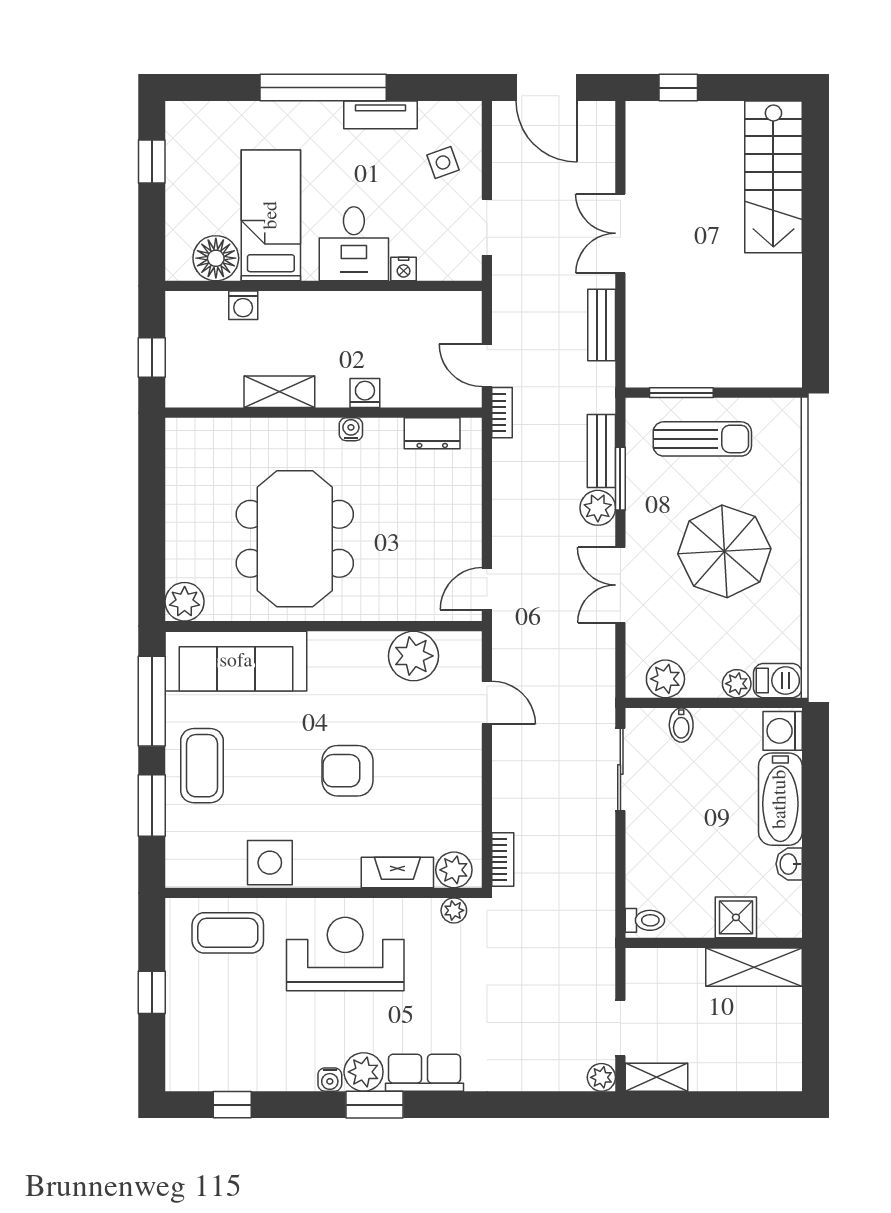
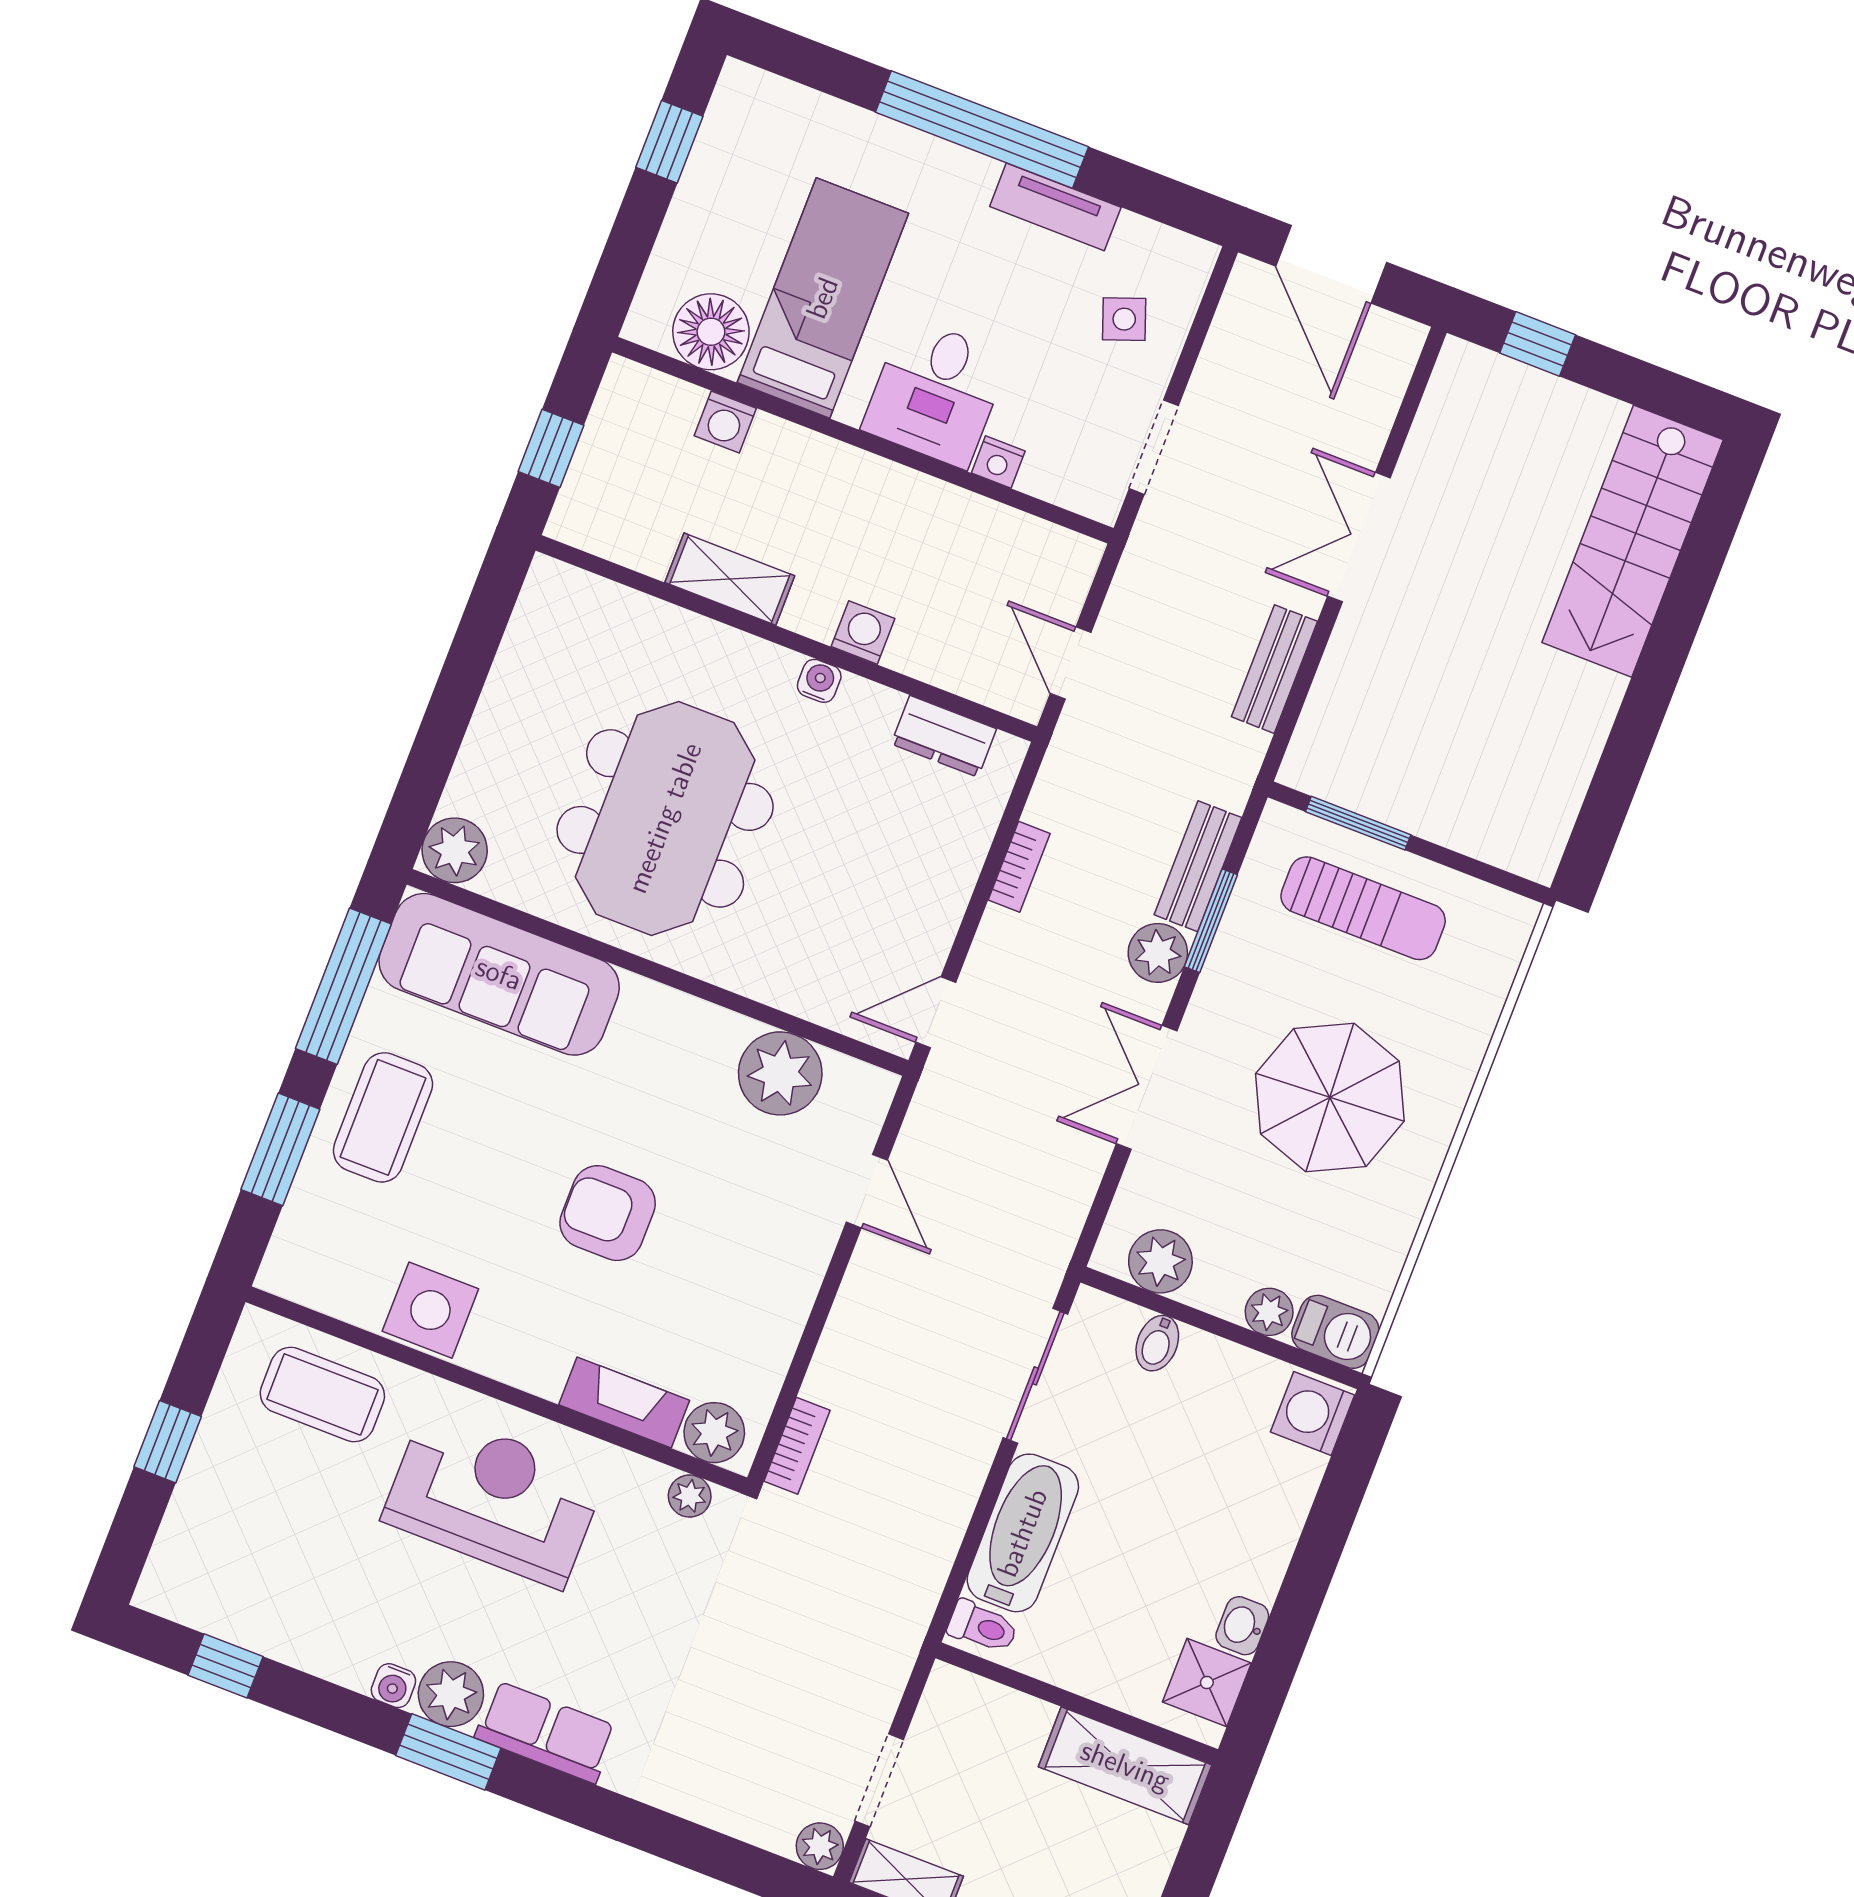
bookcase: (502, 413) -> (1019, 867), moved
bathtub: (780, 799) -> (1023, 1533), moved, turned 180
shower: (736, 917) -> (1207, 1682), moved

